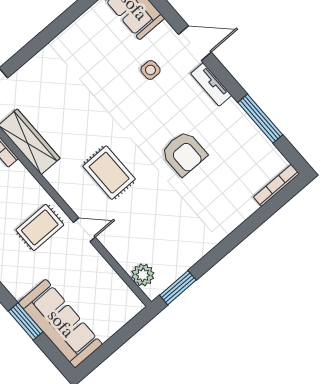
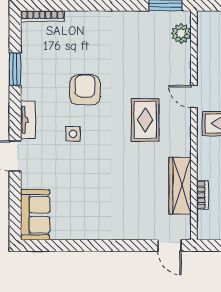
side table: (150, 70) -> (73, 134), moved
window: (260, 119) -> (15, 69), width x0.69

